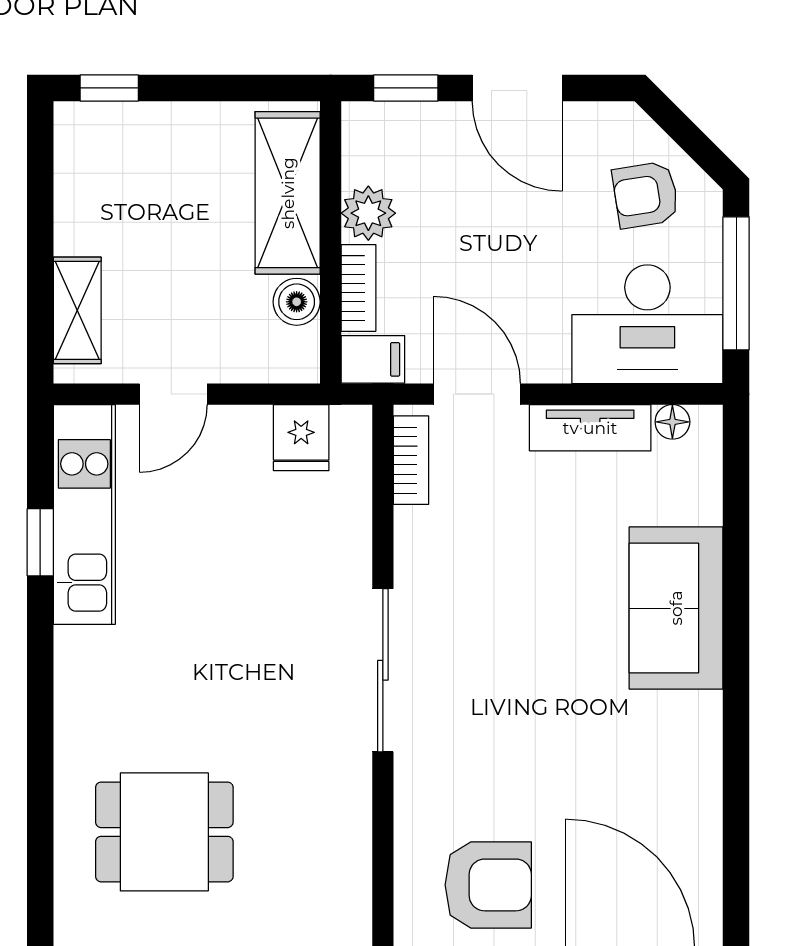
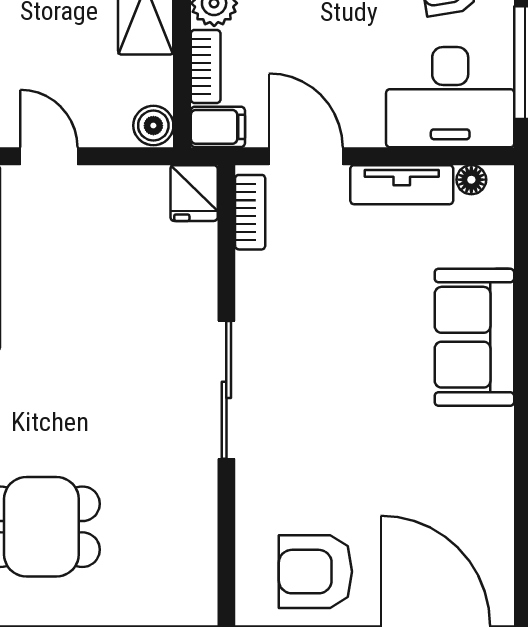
boiler: (297, 302) -> (153, 126), moved
door: (173, 394) -> (49, 156), swing flipped
fridge: (301, 438) -> (194, 193), moved
armchair: (488, 885) -> (315, 572), turned 180

